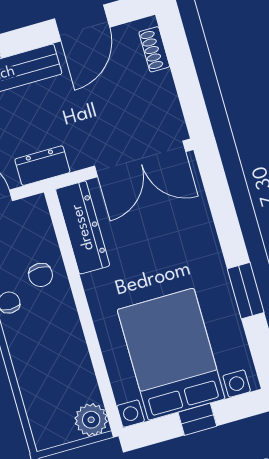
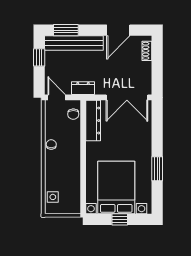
chair: (41, 275) -> (73, 114), moved
side table: (44, 412) -> (53, 197), added
plant: (91, 420) -> (73, 206), removed

